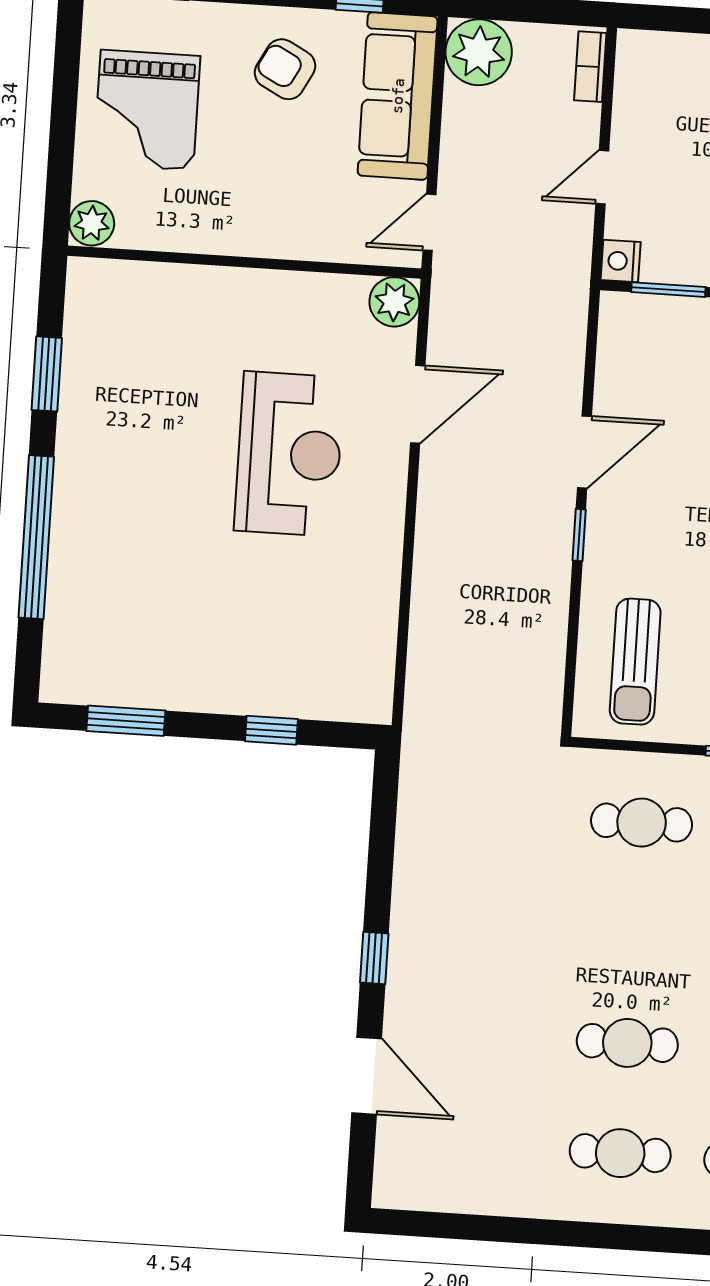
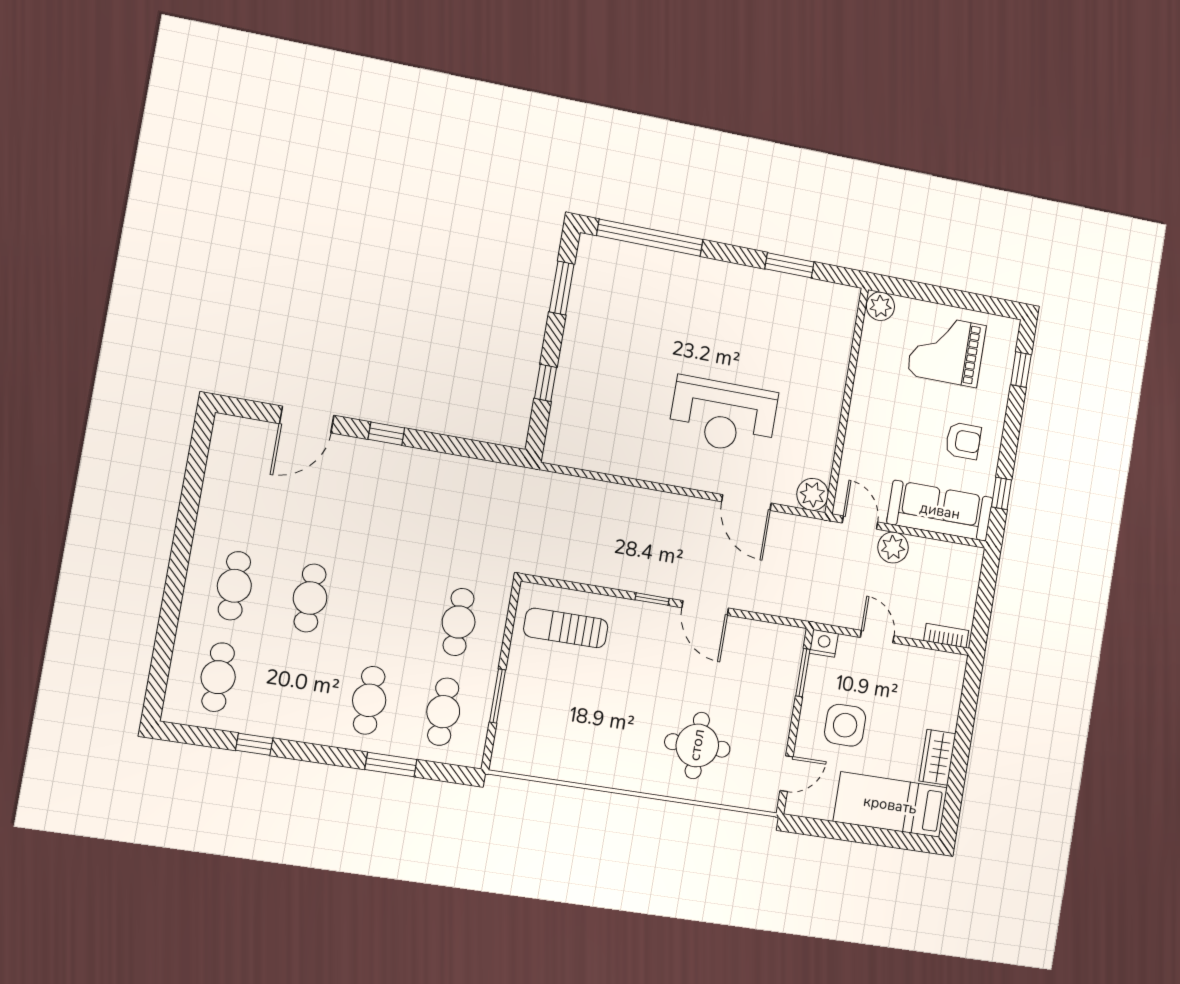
plant: (479, 52) -> (893, 547), moved, width x0.73, depth x0.73
armchair: (285, 69) -> (963, 441), turned 62
window: (36, 537) -> (650, 238), moved

